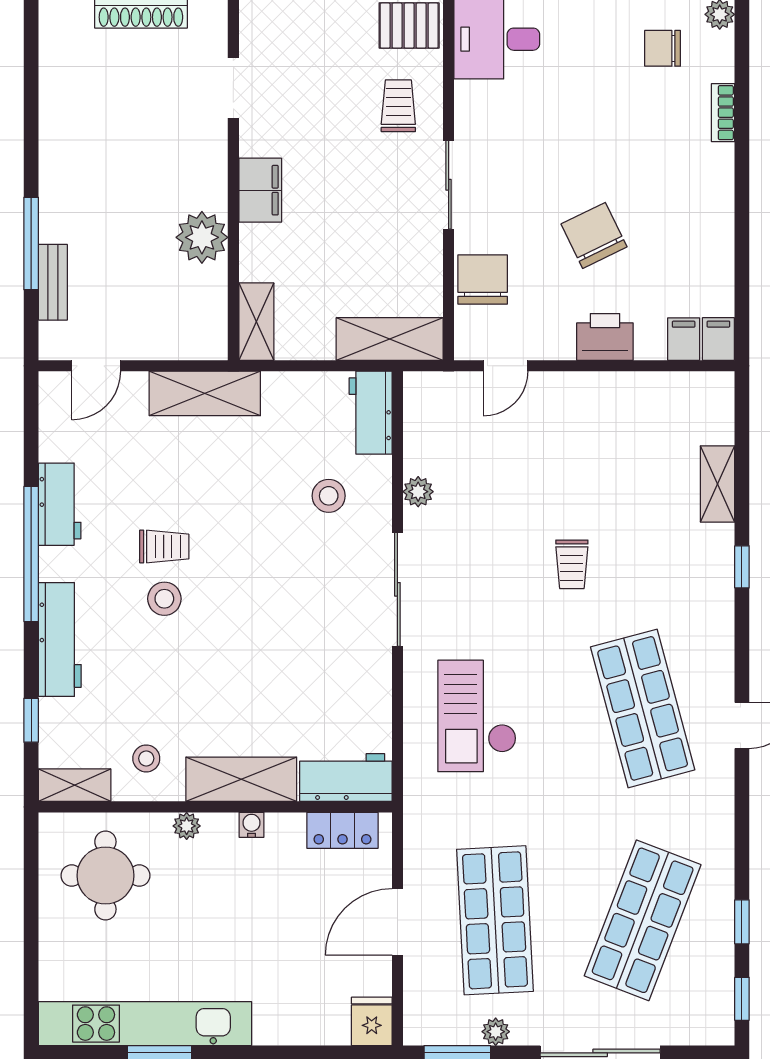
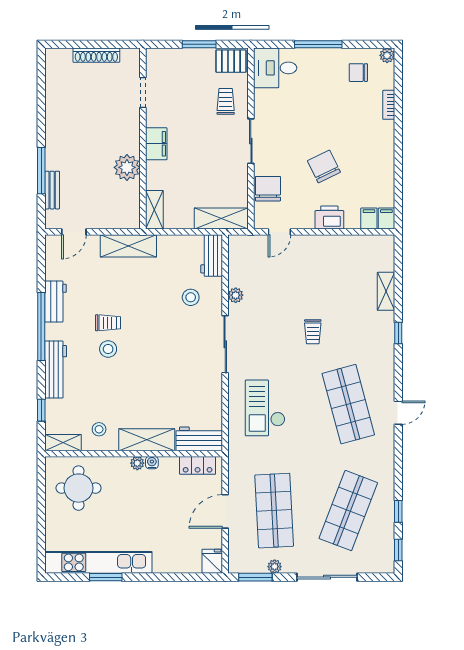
plant: (187, 826) -> (137, 463), moved

